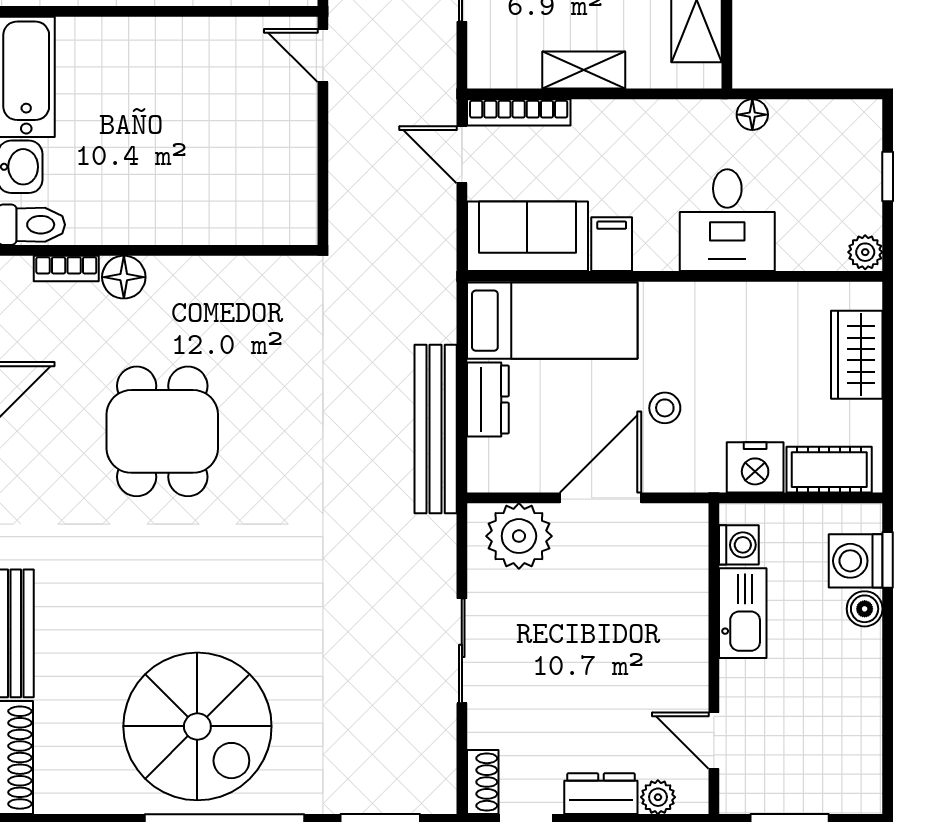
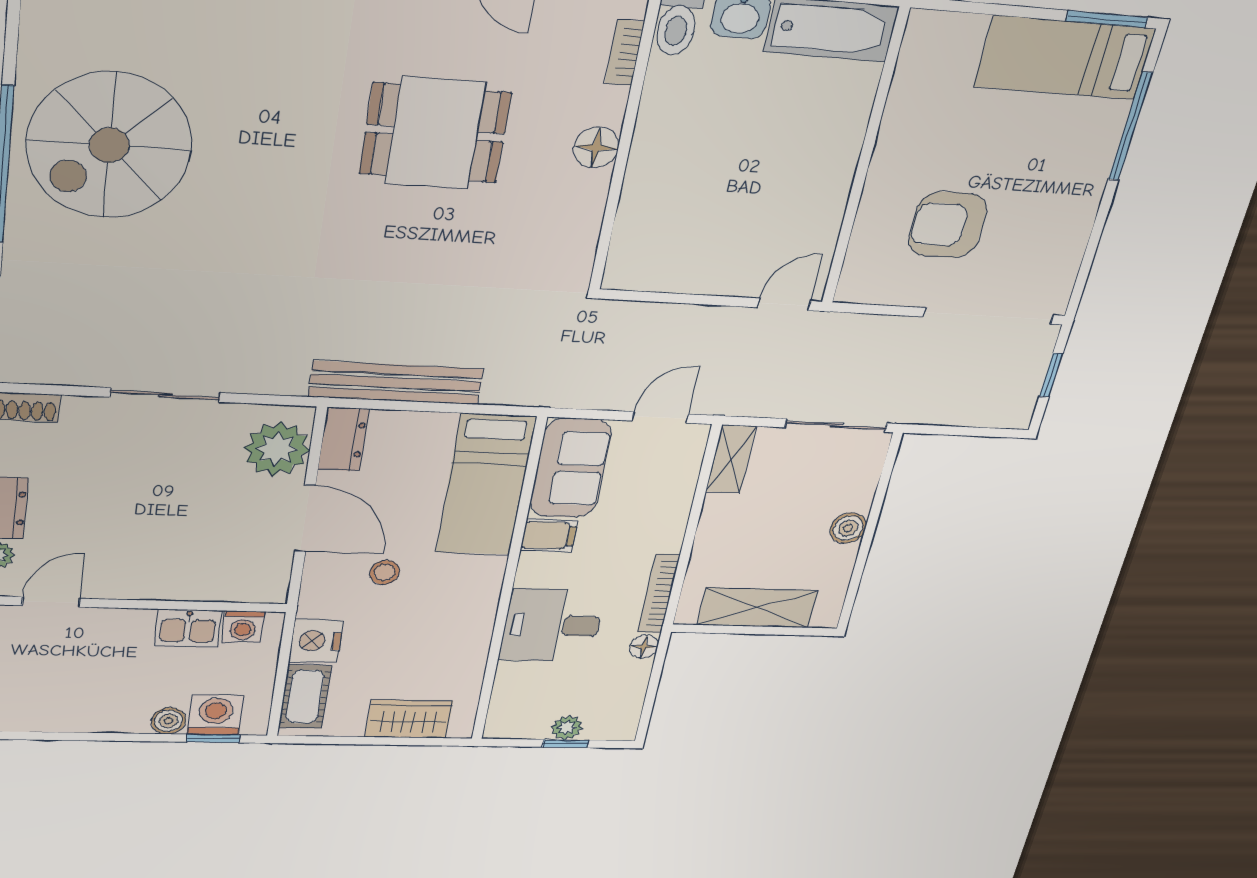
shelving: (584, 70) -> (731, 459), moved
bookcase: (519, 112) -> (659, 594), moved
plant: (865, 252) -> (567, 728), moved
floor lamp: (124, 277) -> (596, 147), moved
dresser: (488, 400) -> (343, 439), moved, turned -90
kitchen sink: (743, 613) -> (188, 628), width x0.73

